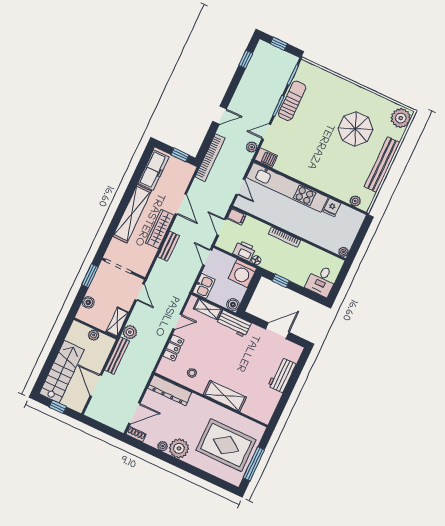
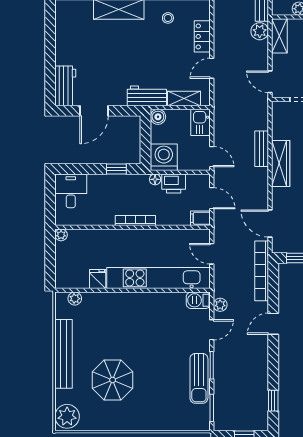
door: (181, 204) -> (270, 223), moved
workbench: (282, 375) -> (65, 86), moved

